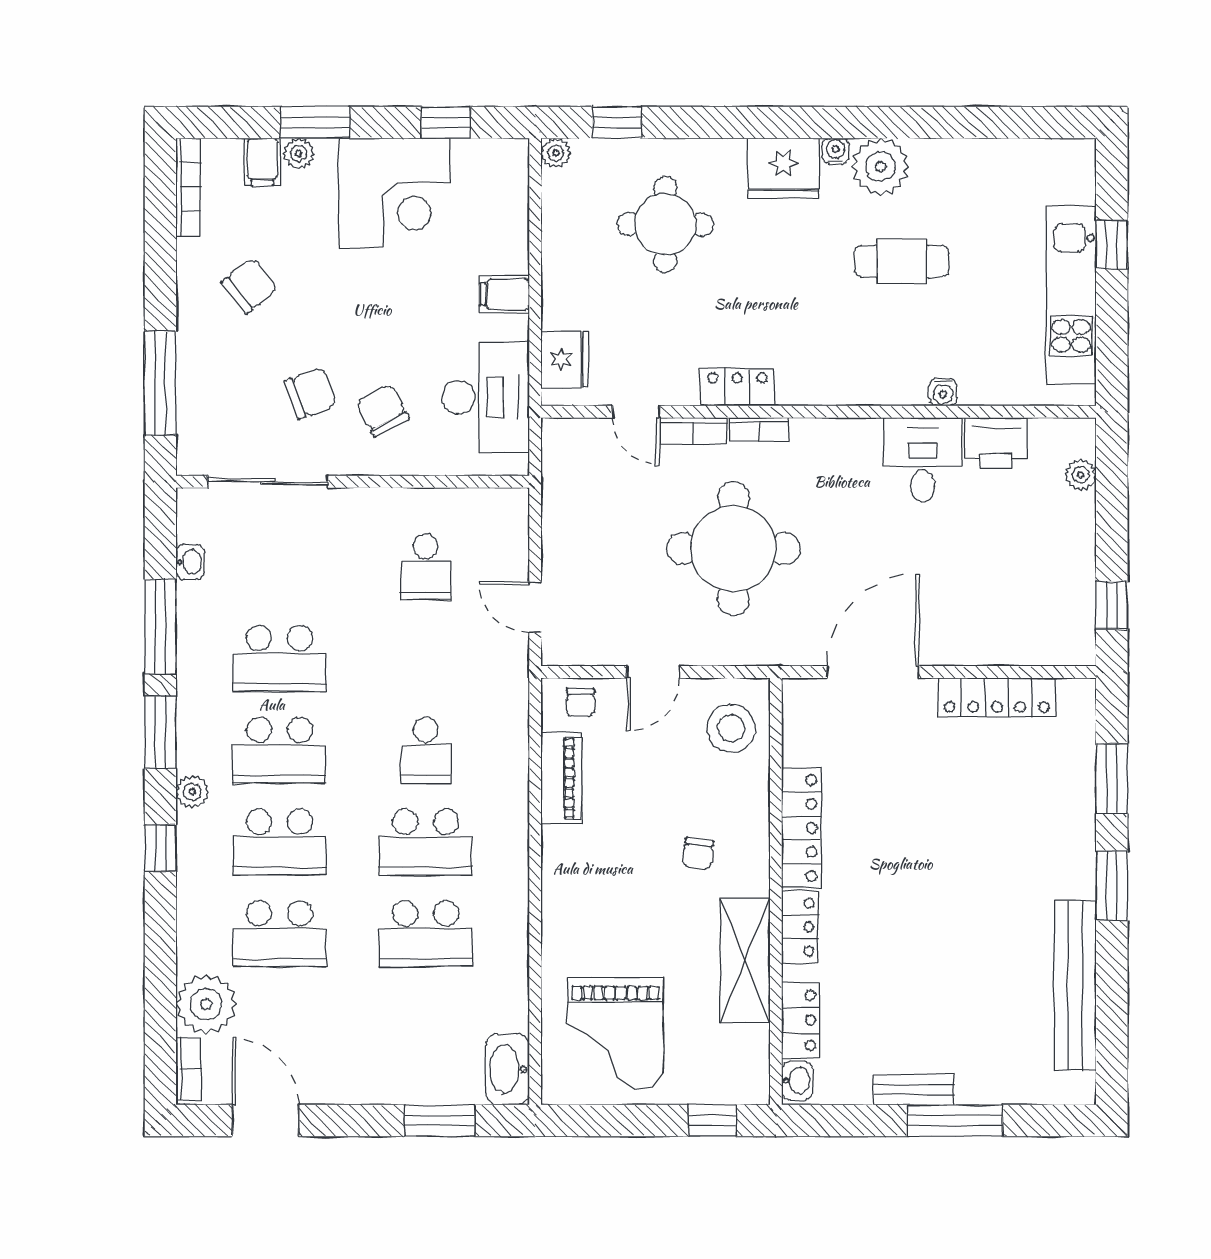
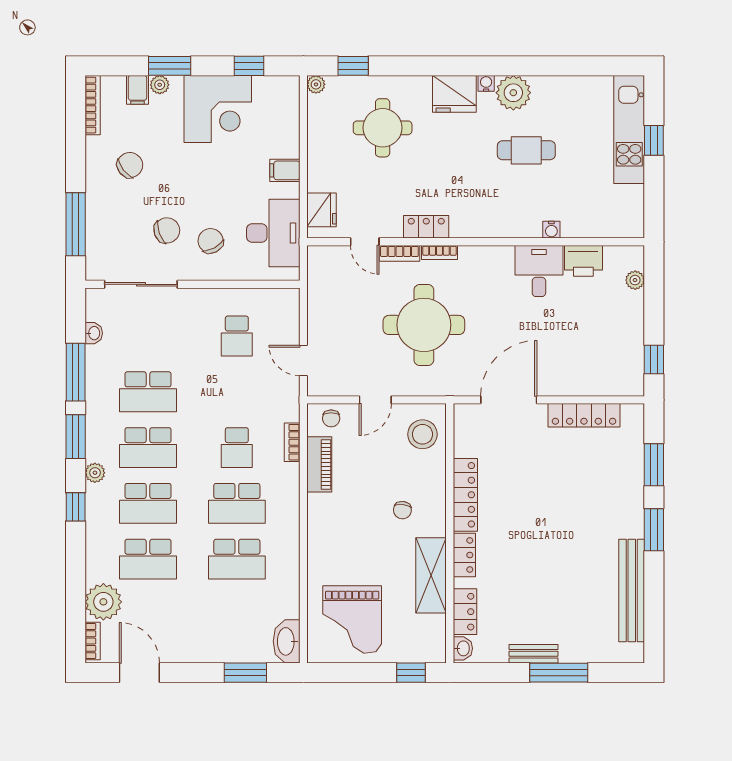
kitchen unit: (1071, 295) -> (629, 129), moved
bookcase: (517, 742) -> (292, 442), added

